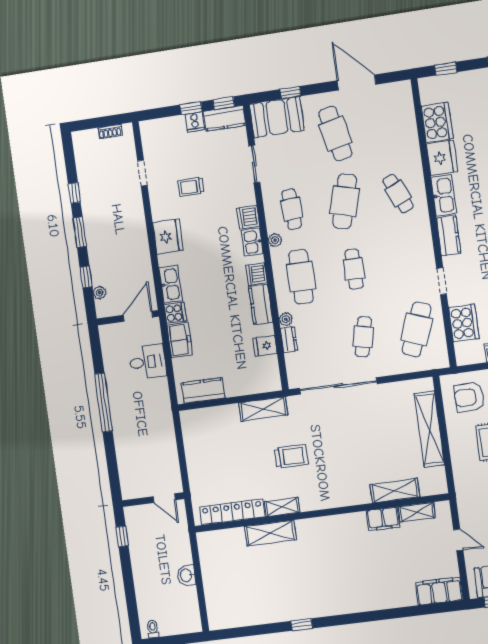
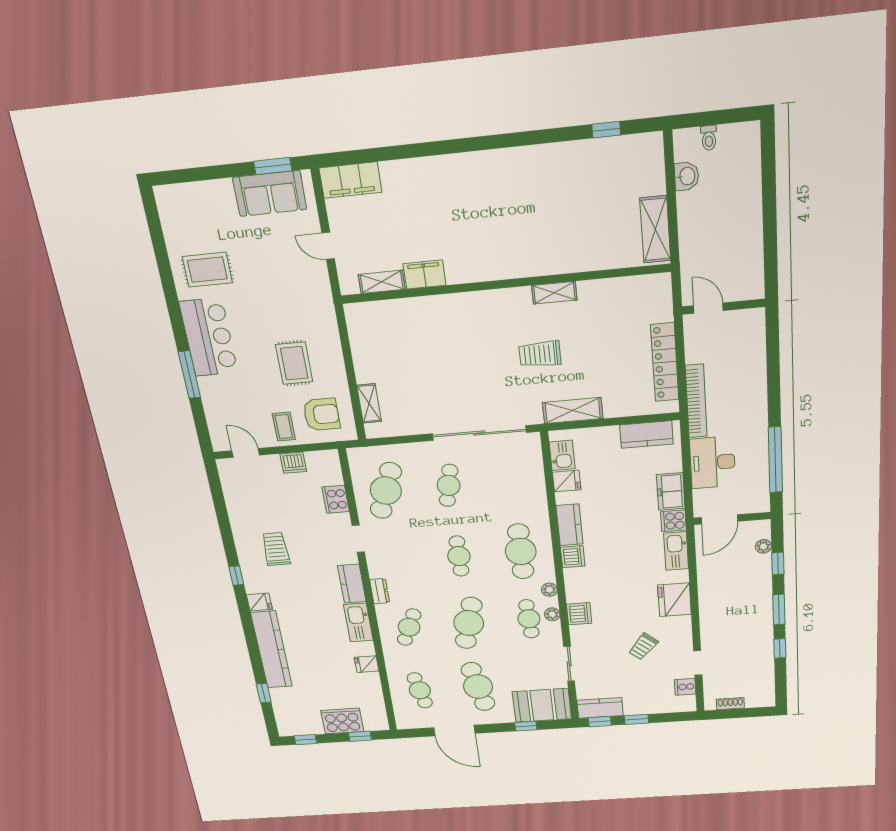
cooker: (195, 122) -> (685, 687), moved, turned -90
cooker: (437, 122) -> (342, 721), moved, turned 90
cafe table: (389, 125) -> (420, 690), added
fridge: (442, 158) -> (367, 664), width x0.53, depth x0.75
trolley: (191, 187) -> (643, 647), turned 130
cafe table: (398, 193) -> (409, 627), turned 48
kitchen sink: (252, 242) -> (562, 455), moved
plant: (286, 319) -> (552, 614), moved
cooker: (464, 323) -> (336, 499), width x0.73, depth x0.76
dresser: (289, 339) -> (380, 591), moved, turned 180
desk: (148, 362) -> (713, 462), width x1.37
window: (103, 402) -> (775, 460), moved
bookcase: (166, 421) -> (696, 401), added
shelving: (429, 429) -> (369, 403), width x0.45, depth x0.75
shelving: (395, 491) -> (410, 309), removed
locker: (232, 512) -> (665, 362), moved, turned 90
shelving: (270, 533) -> (655, 229), moved, turned 90
window: (122, 536) -> (771, 261), removed
washbasin: (186, 575) -> (687, 176), moved
window: (302, 625) -> (606, 130), moved
toilet: (153, 629) -> (709, 138), moved

